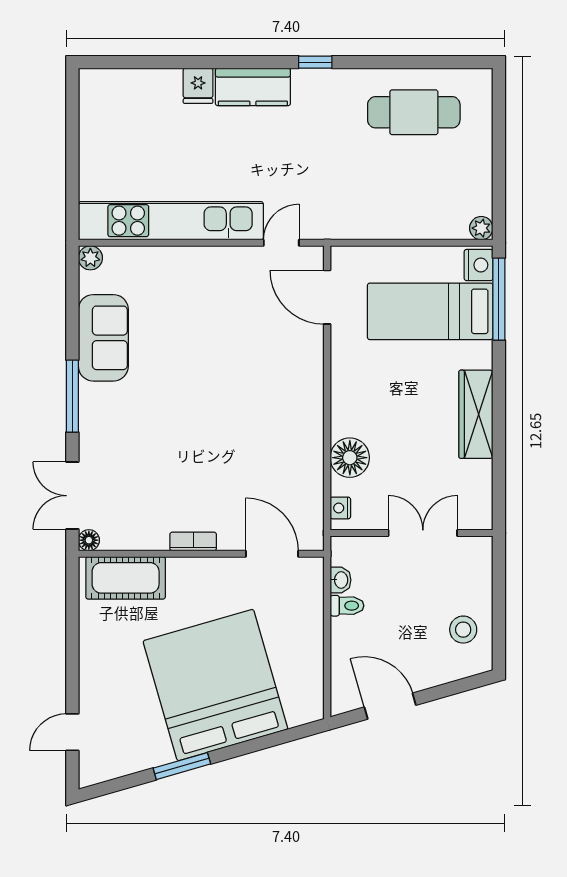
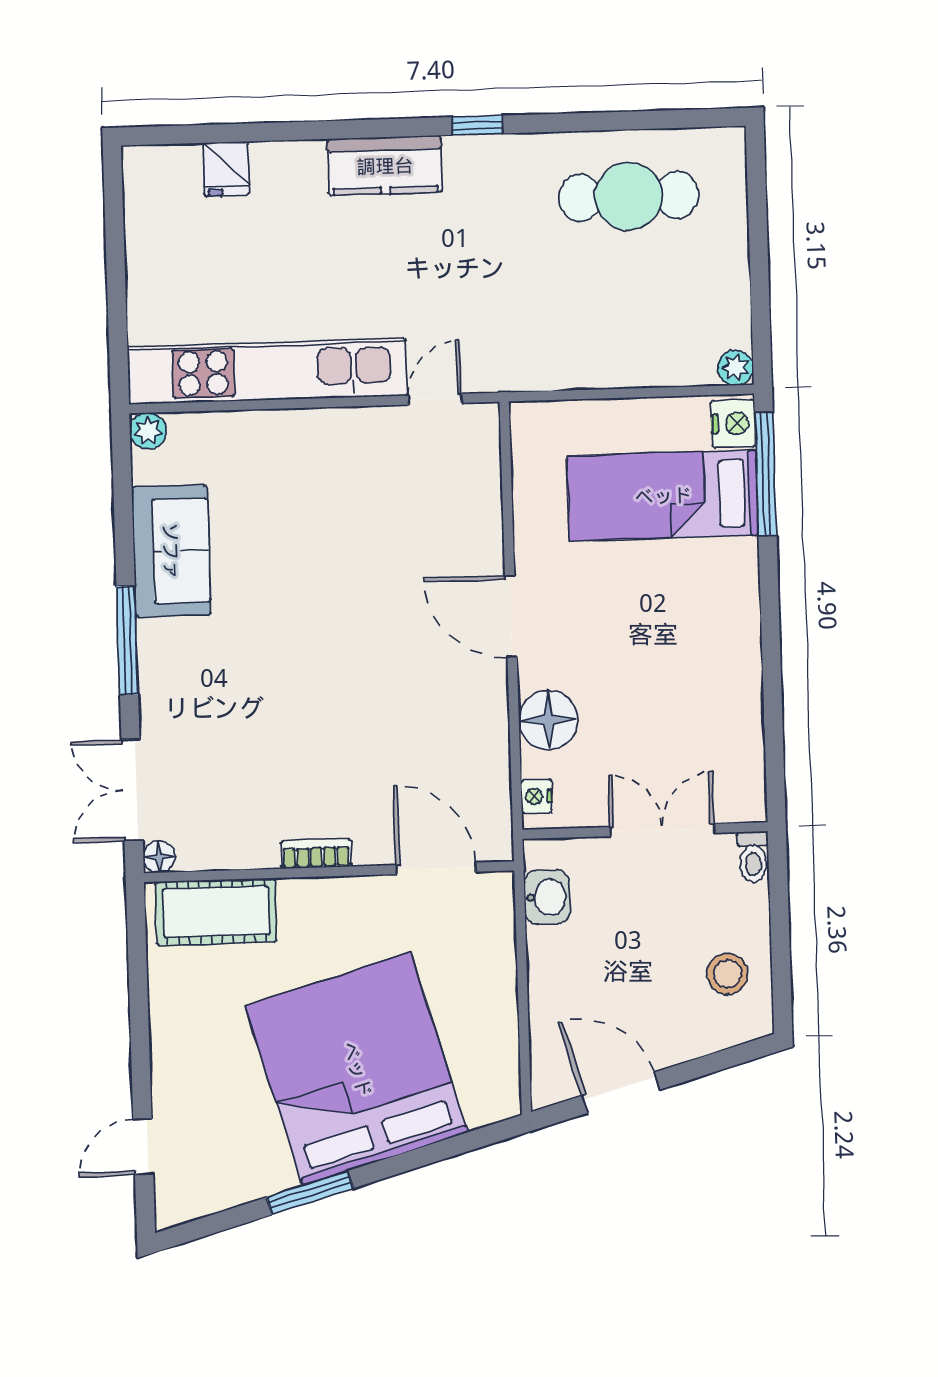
fridge: (198, 86) -> (226, 169), moved
door: (327, 297) -> (511, 616), moved
wardrobe: (476, 414) -> (736, 649), removed
washbasin: (341, 580) -> (547, 897), width x1.38, depth x1.45
toilet: (347, 606) -> (753, 857), moved, turned 90

